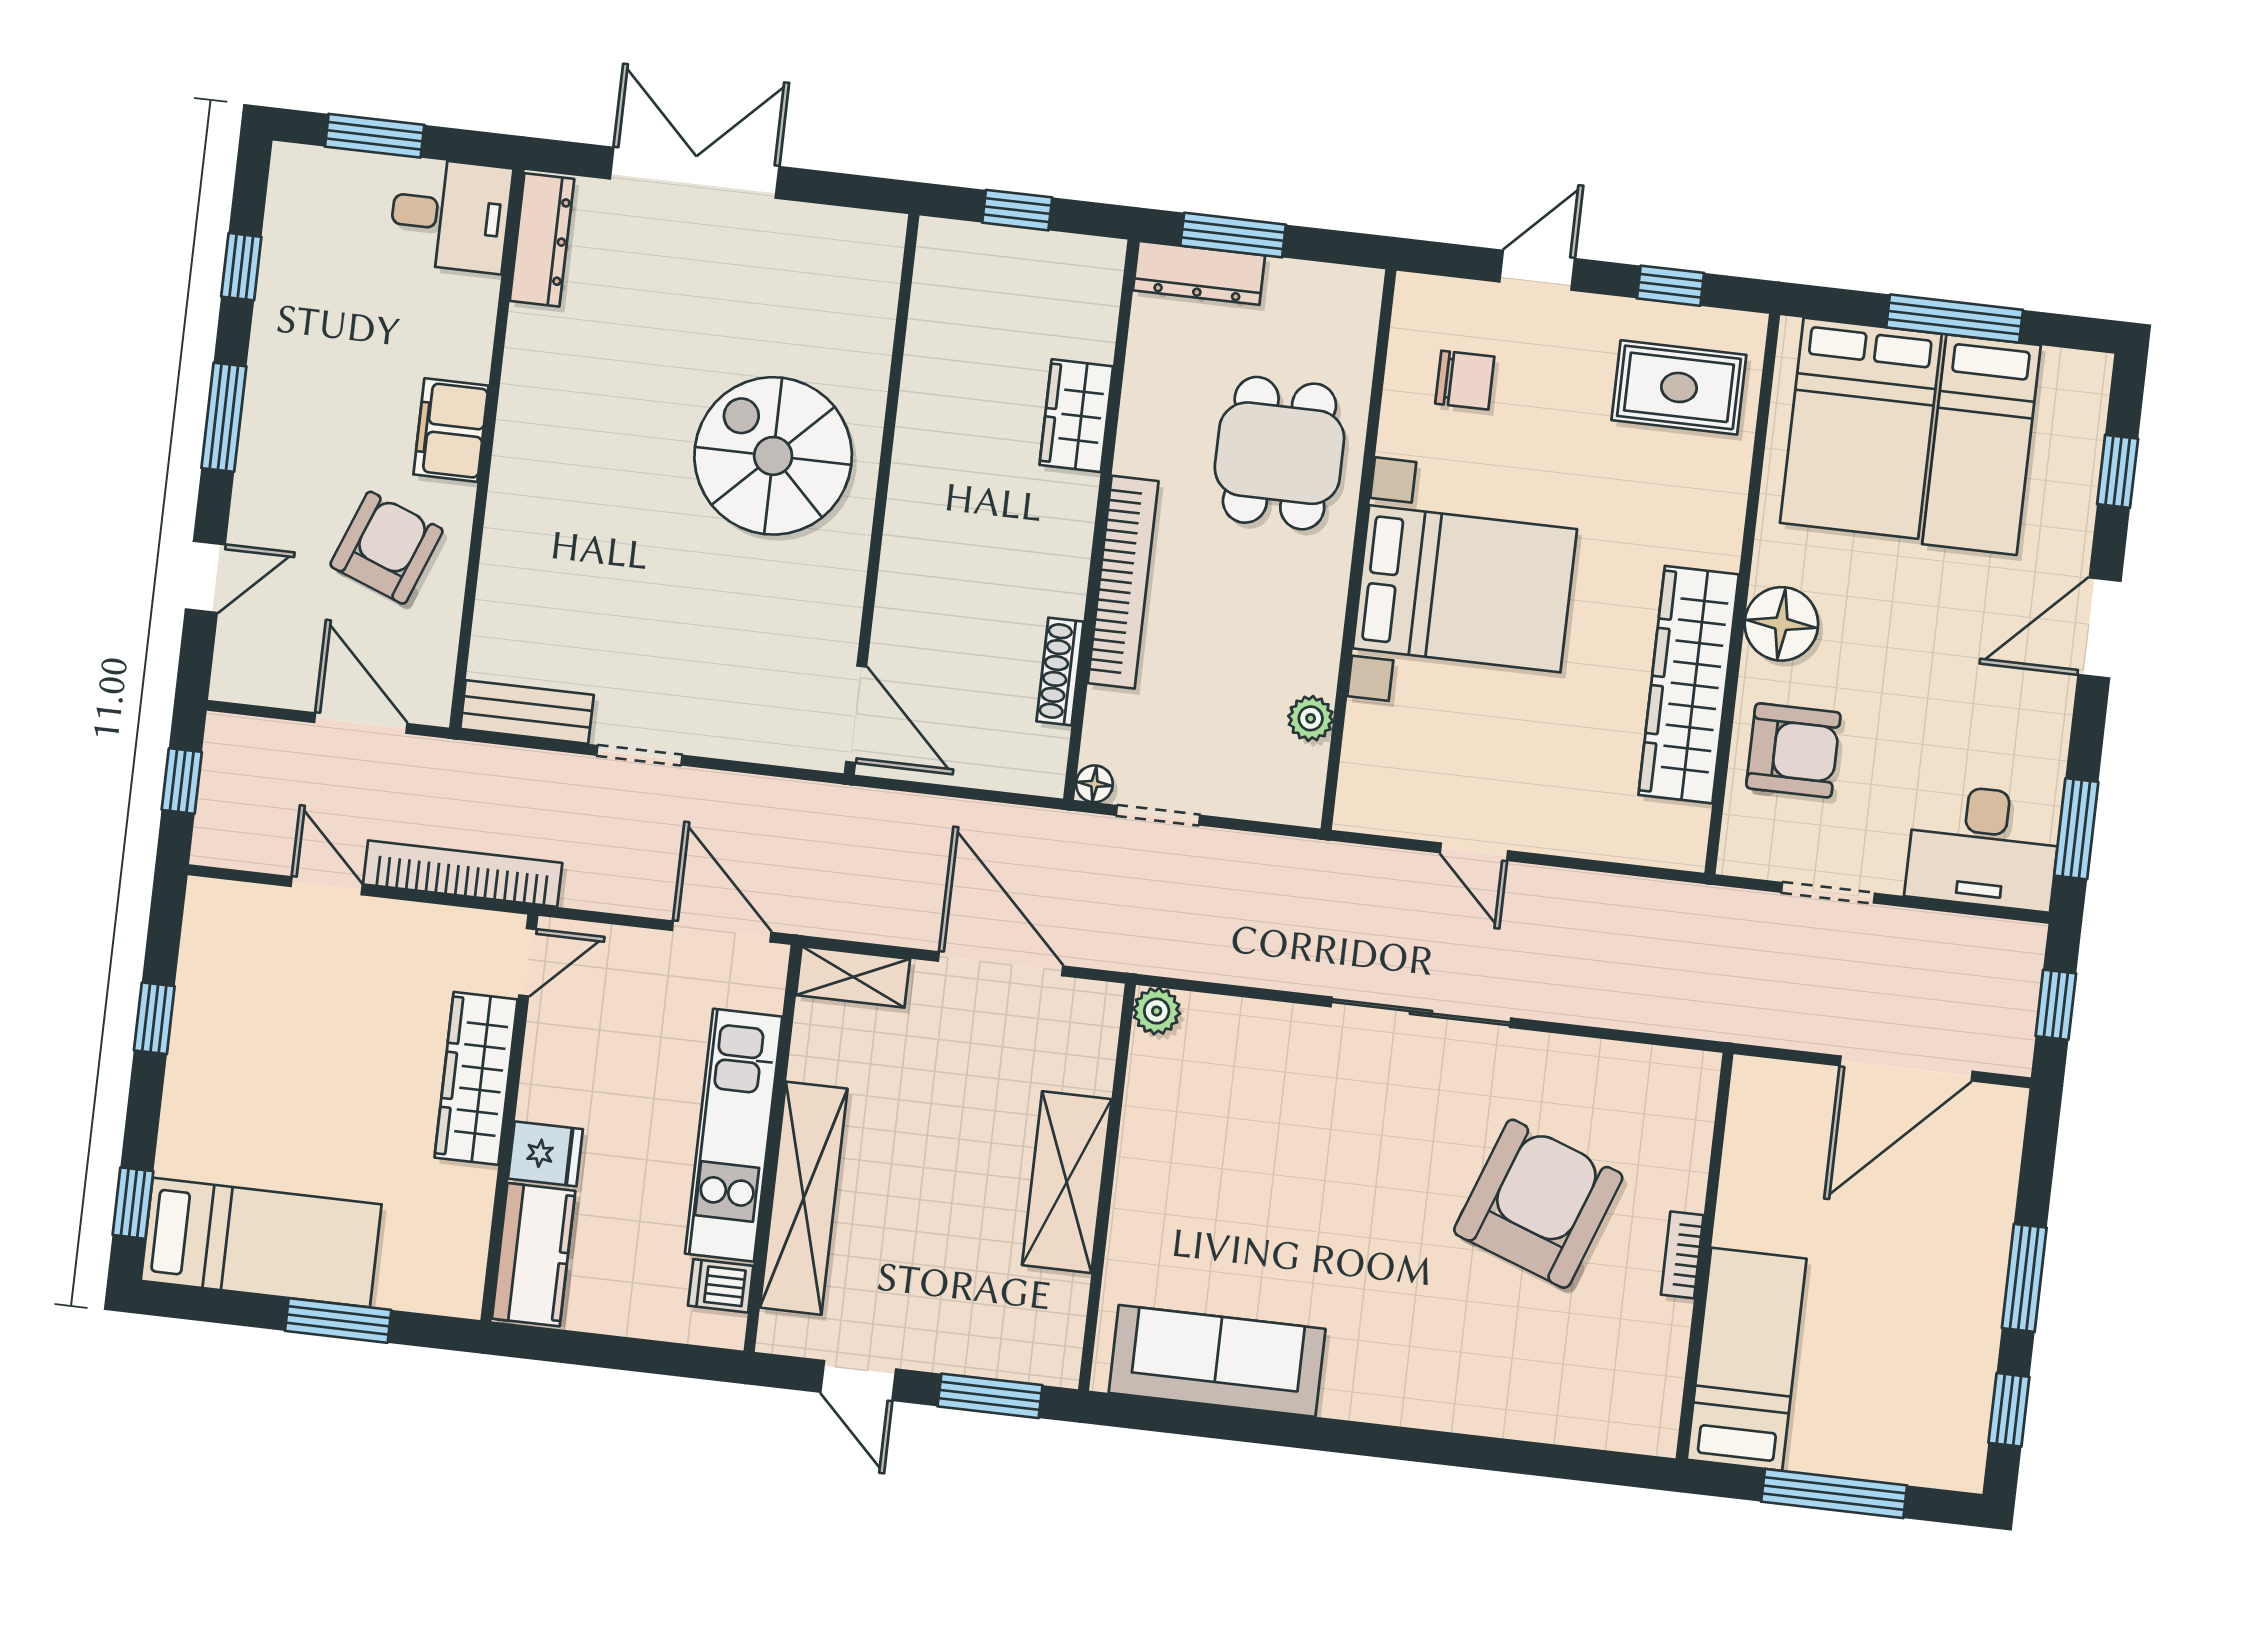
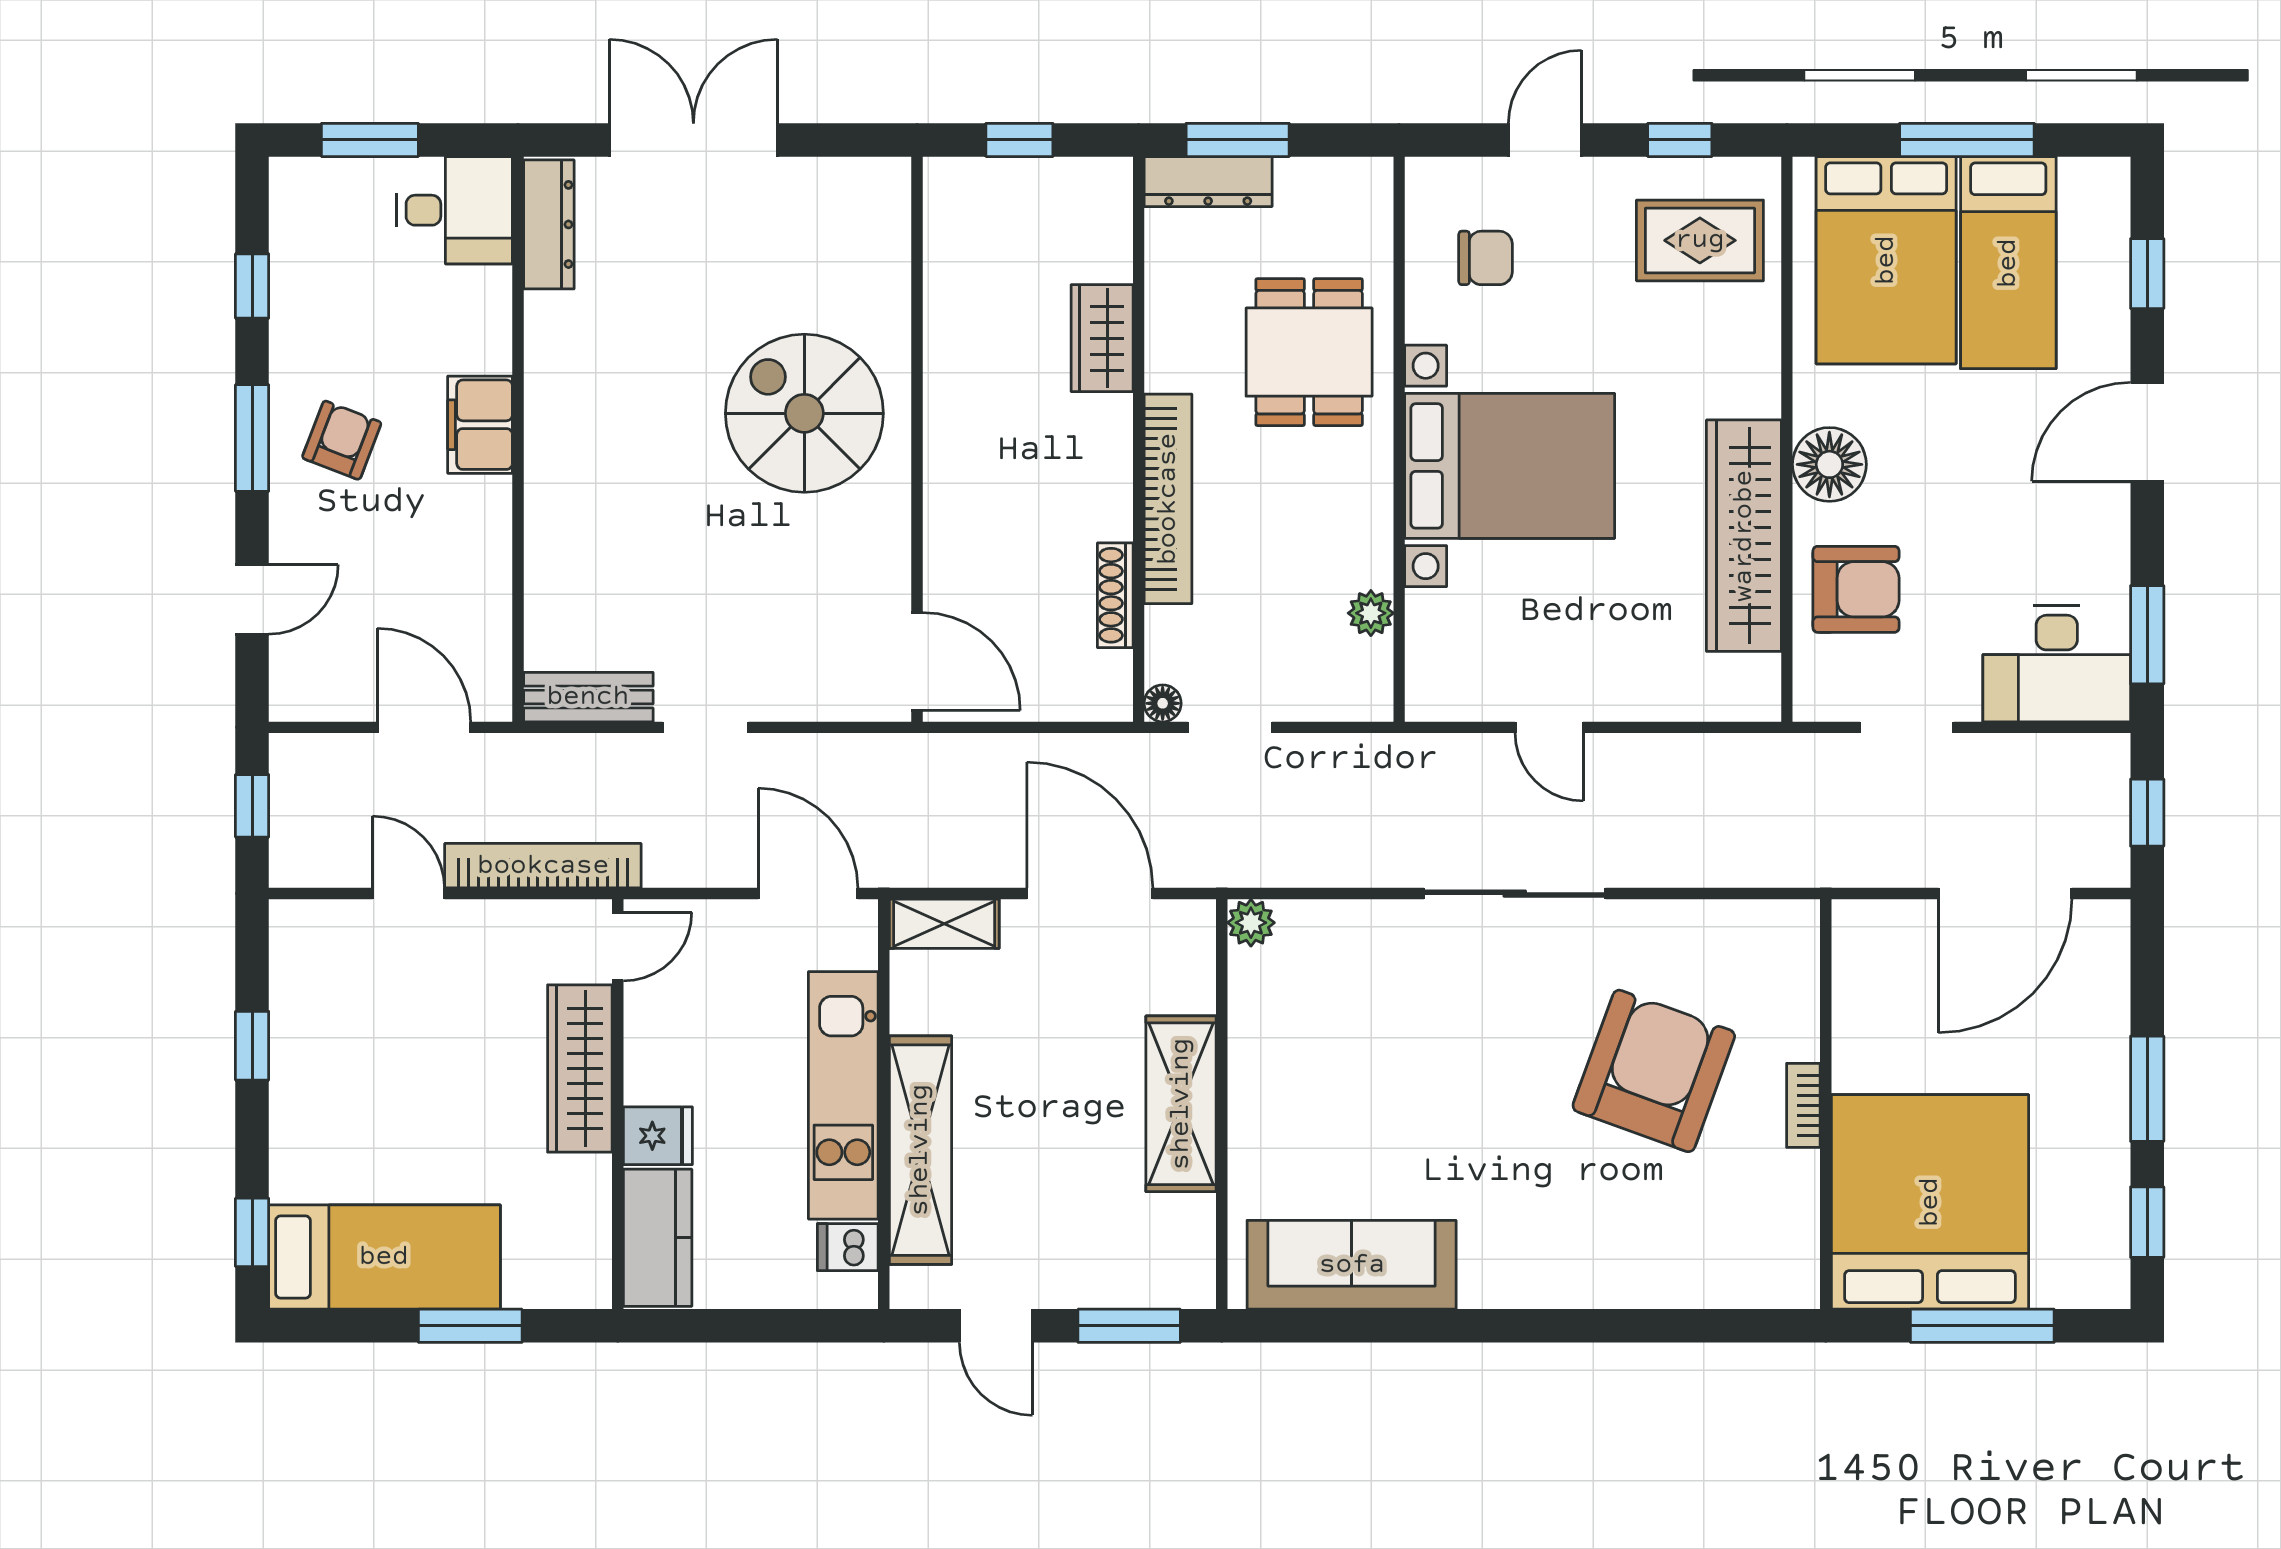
armchair: (386, 548) -> (342, 440), moved, width x0.72, depth x0.72
bed: (1747, 1359) -> (1930, 1202), width x2.04

